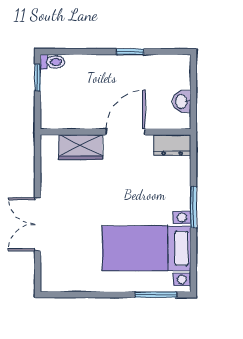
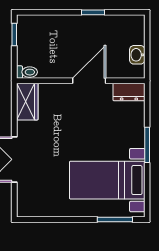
toilet: (52, 62) -> (27, 72), moved
wardrobe: (80, 147) -> (27, 102), moved, turned -90

